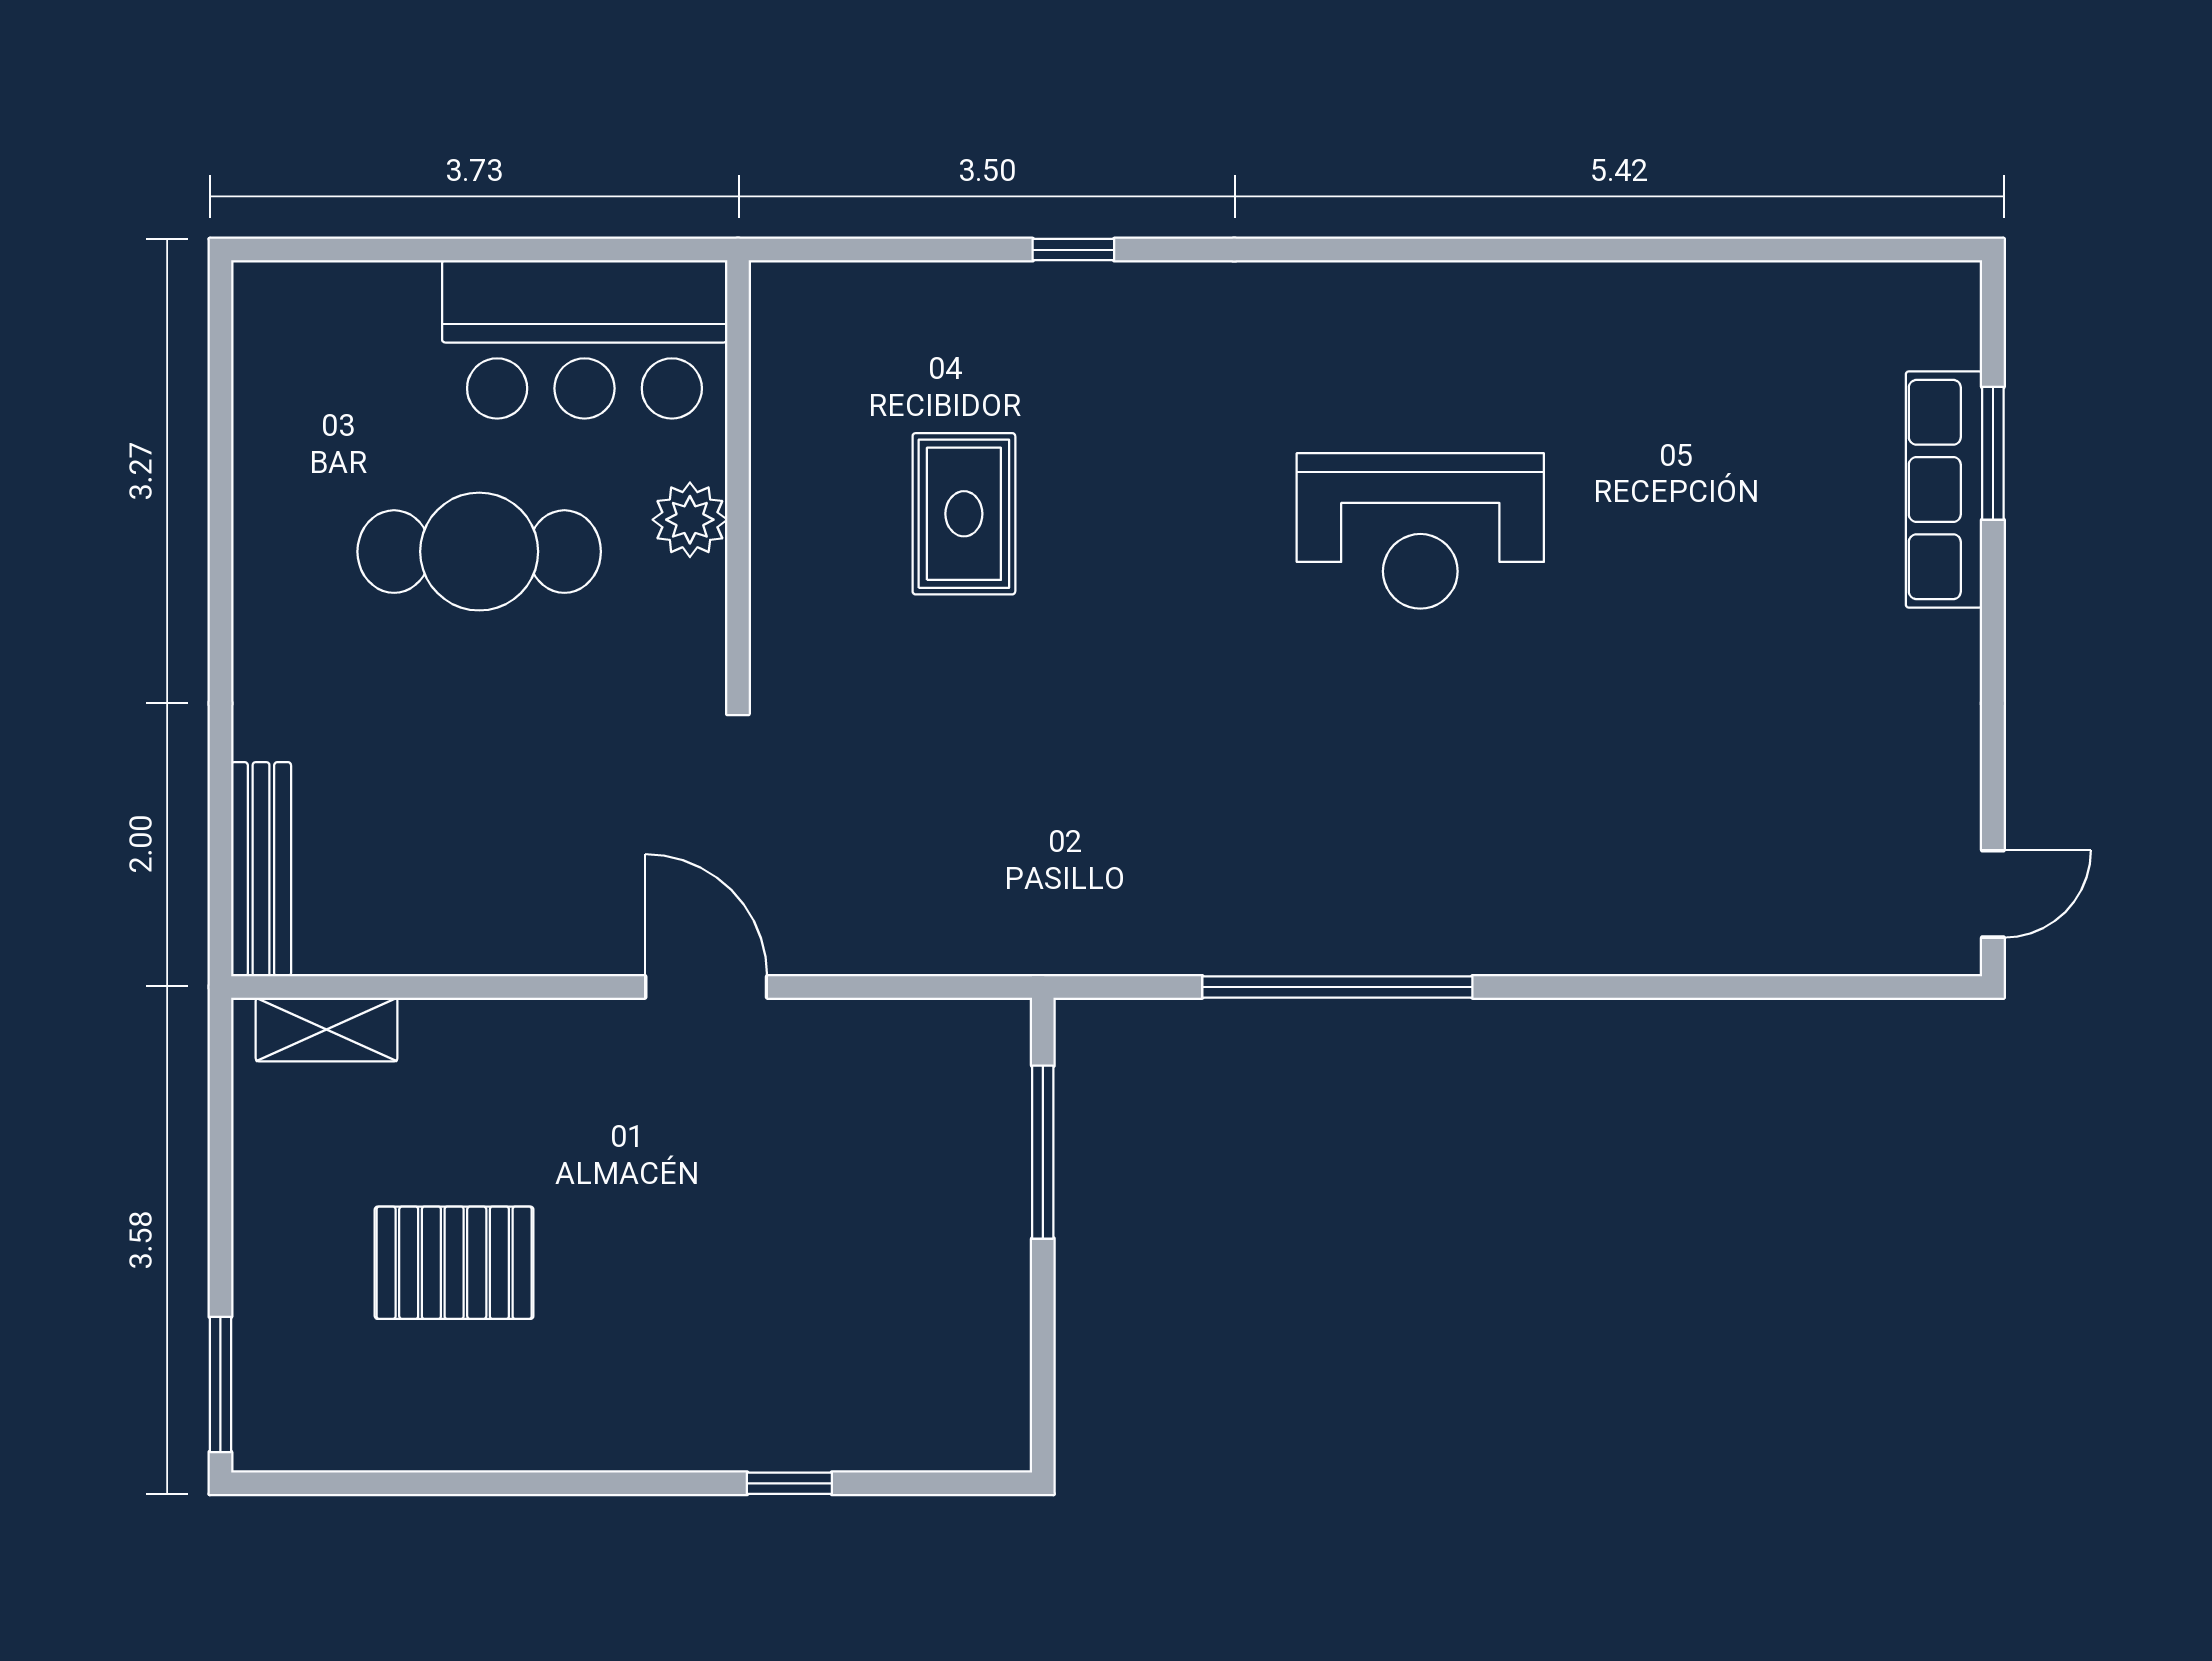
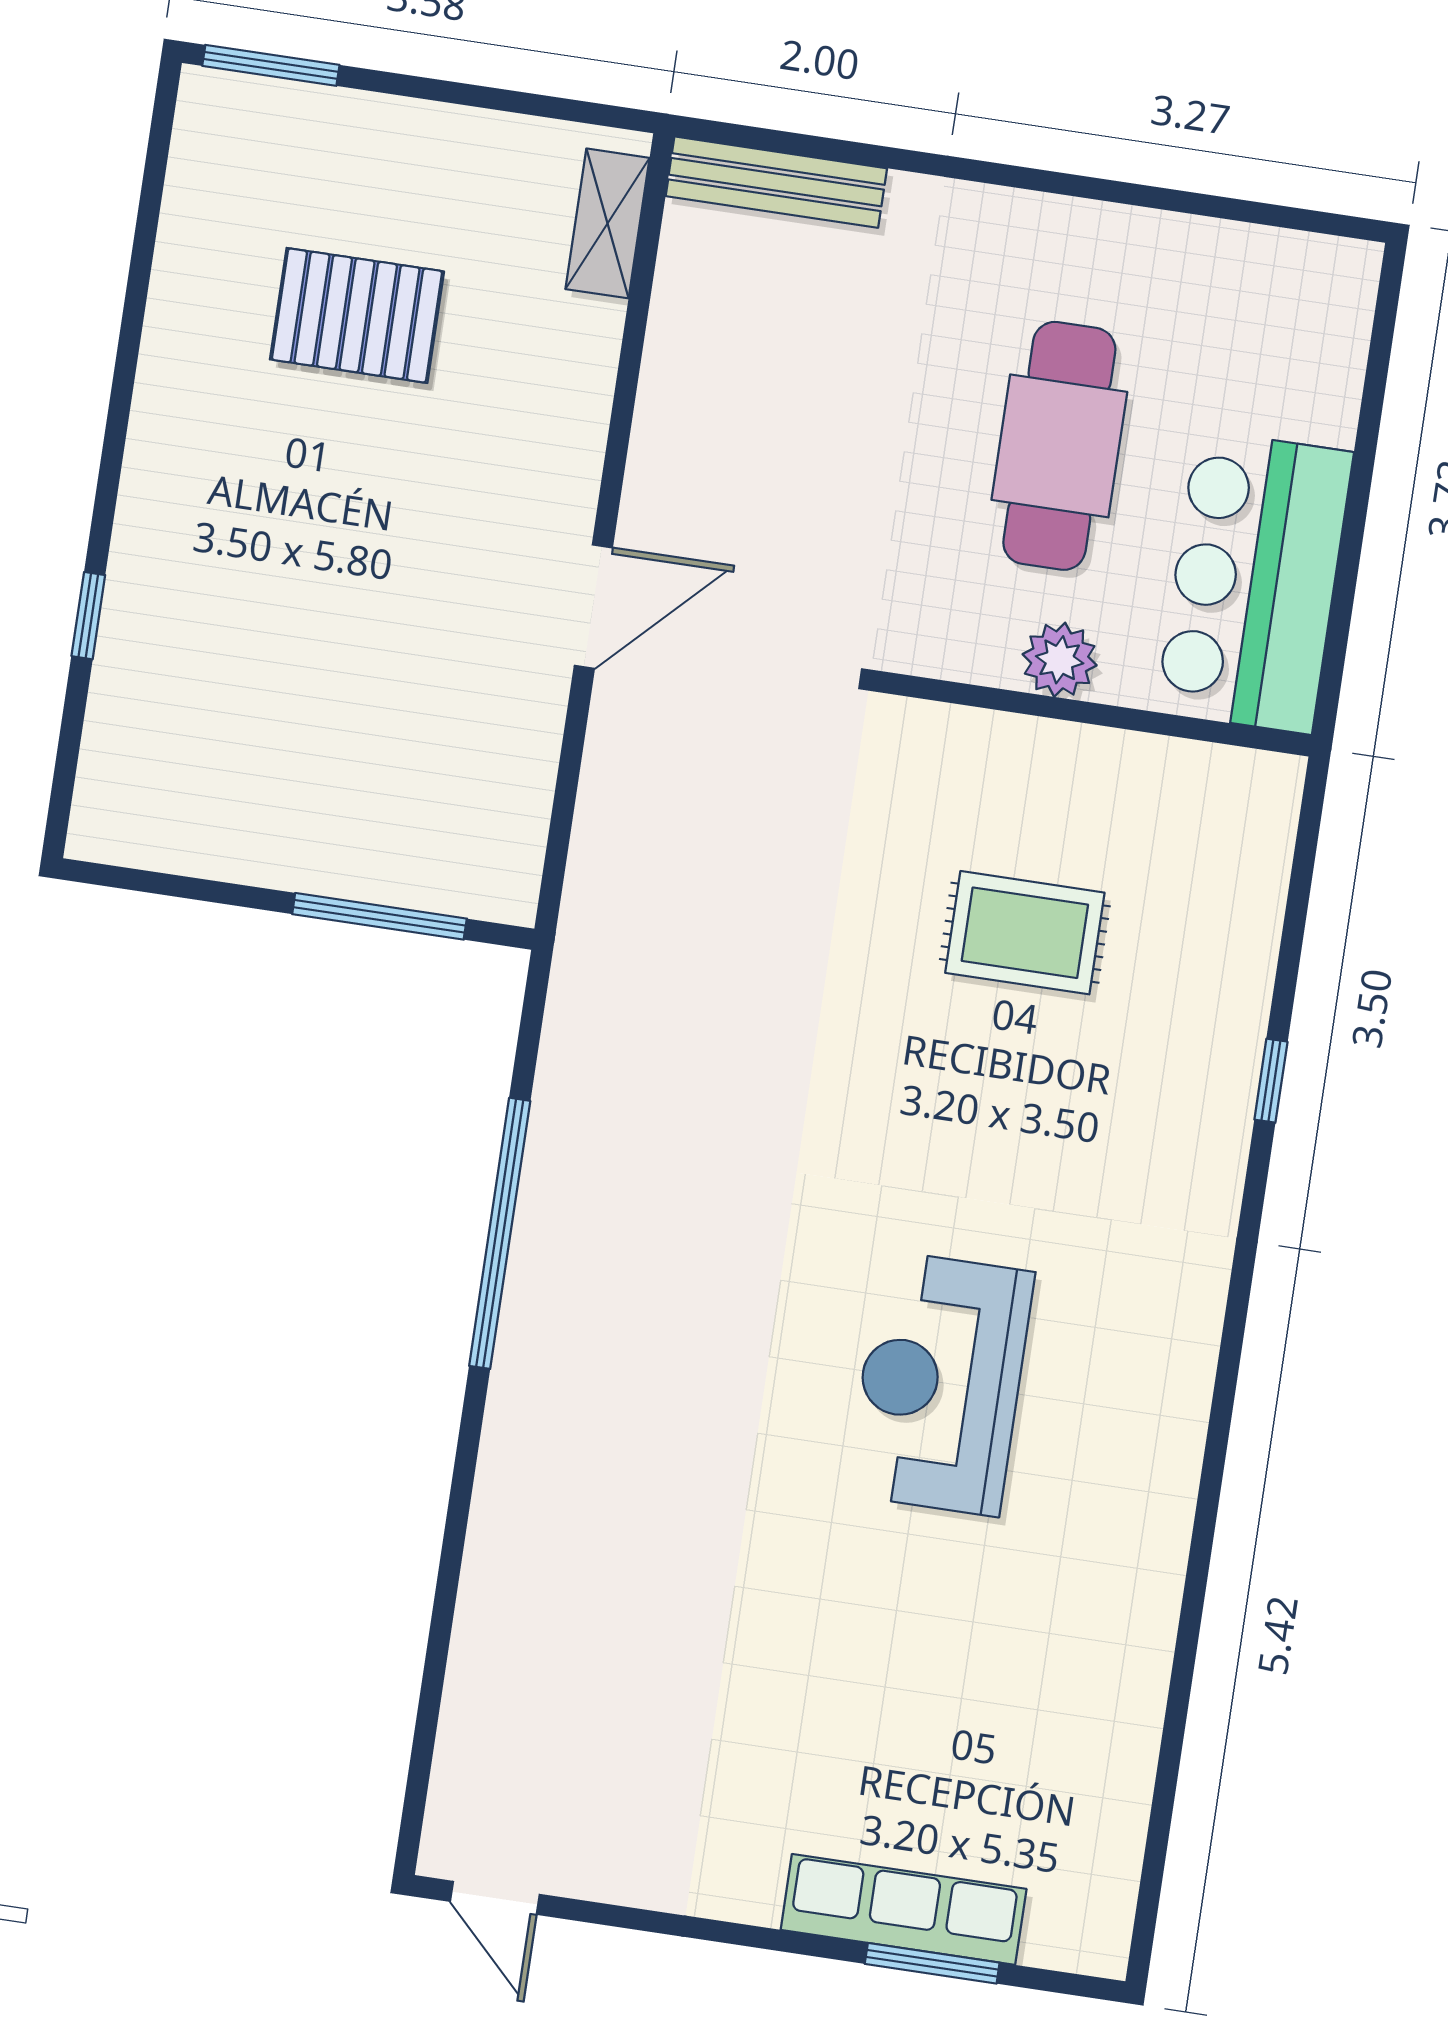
pallet: (454, 1263) -> (357, 315), turned 90

